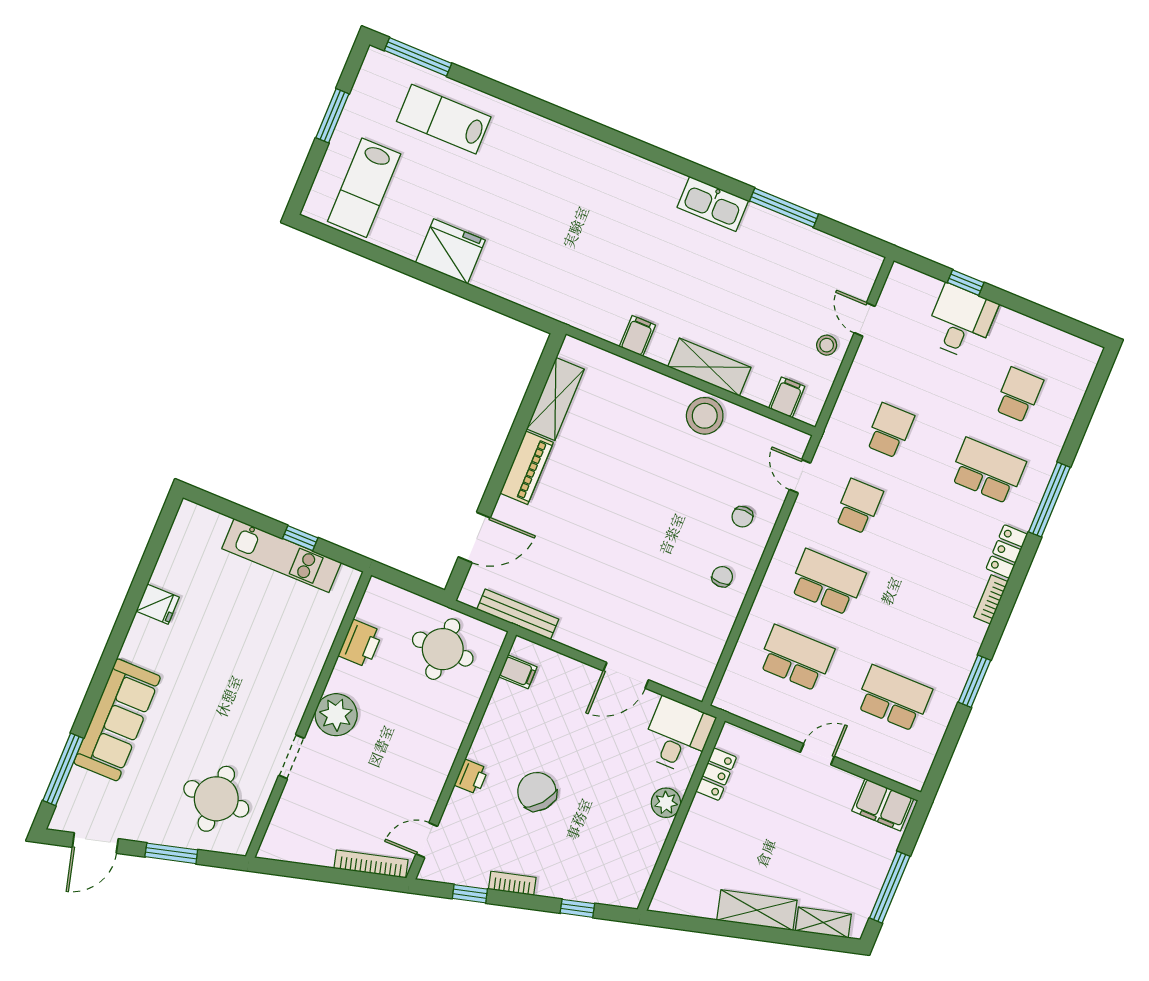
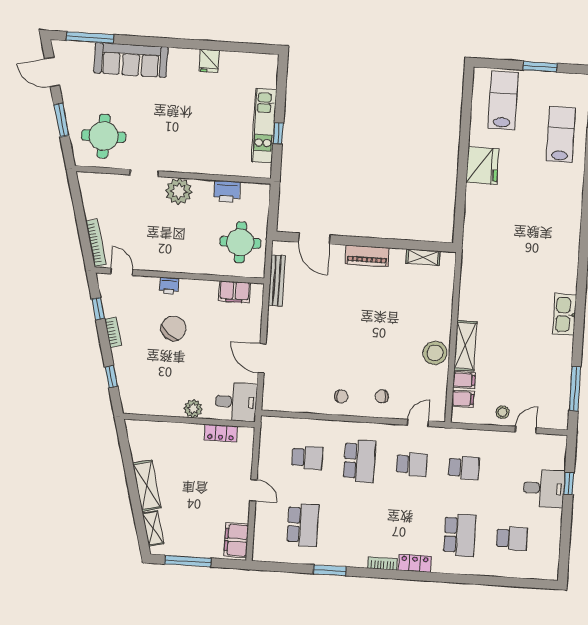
lab bench: (364, 188) -> (503, 100), turned 90
window: (784, 208) -> (575, 389), moved
filing cabinet: (637, 336) -> (464, 380), moved
shelving: (555, 399) -> (423, 257), width x0.67, depth x0.75
window: (1049, 500) -> (455, 578), removed
school desk: (796, 658) -> (307, 458), width x0.54
filing cabinet: (518, 672) -> (234, 292), width x2.00

